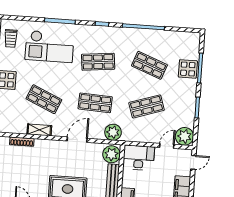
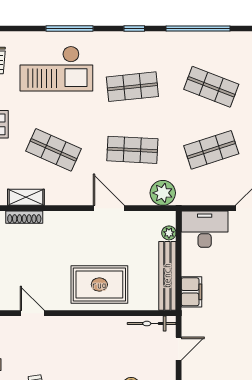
shelving: (39, 130) -> (26, 197), moved
door: (77, 140) -> (109, 208), hinge flipped
plant: (111, 154) -> (169, 233), width x0.53, depth x0.53

